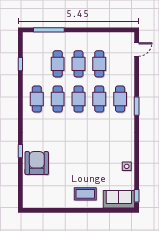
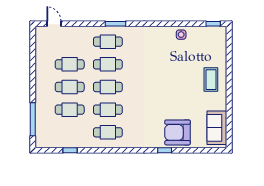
sofa: (119, 199) -> (217, 128), moved

